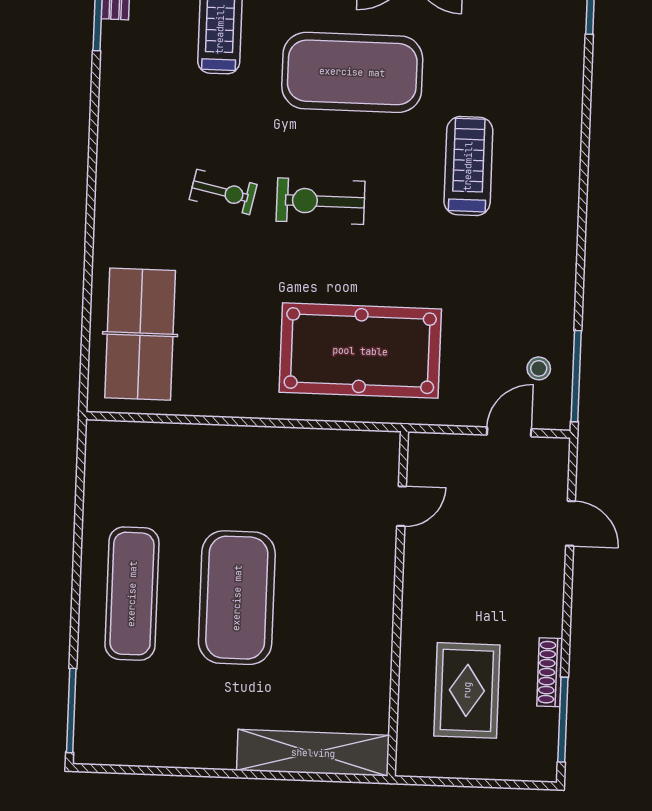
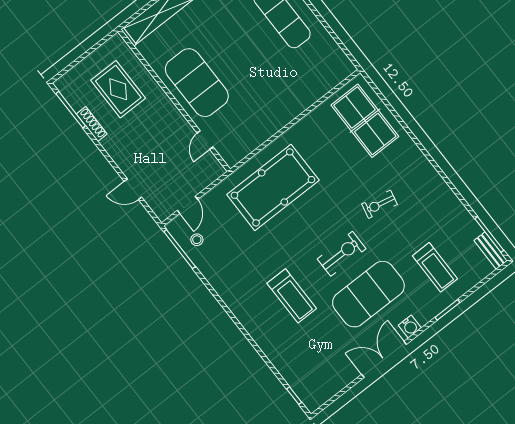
exercise bike: (321, 201) -> (342, 254), moved
exercise mat: (237, 598) -> (197, 83), moved

